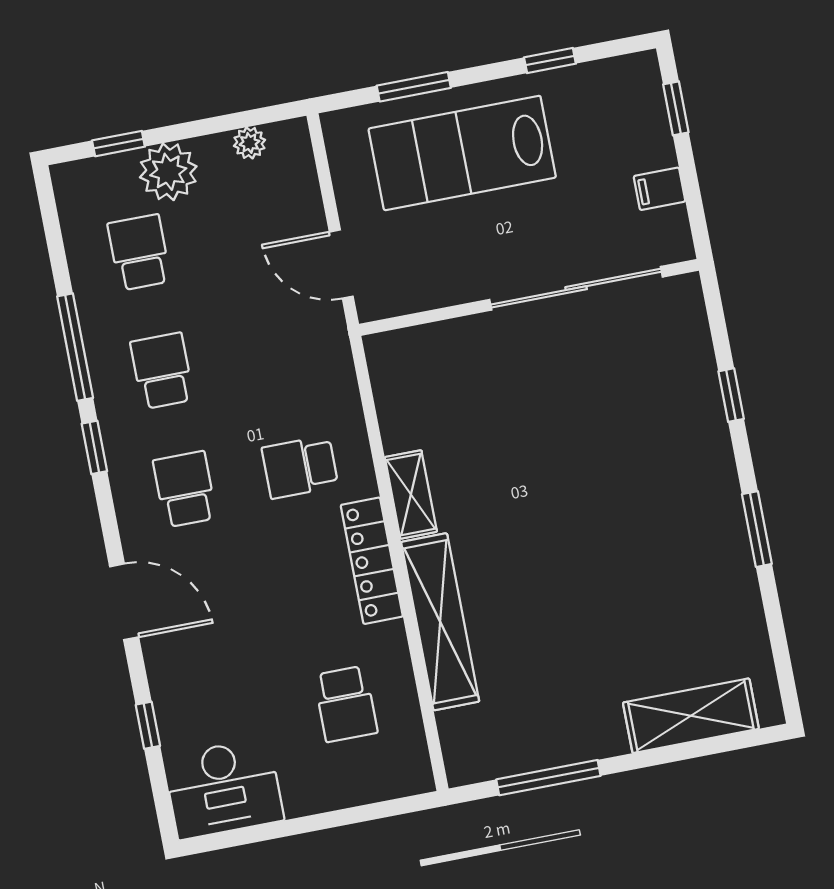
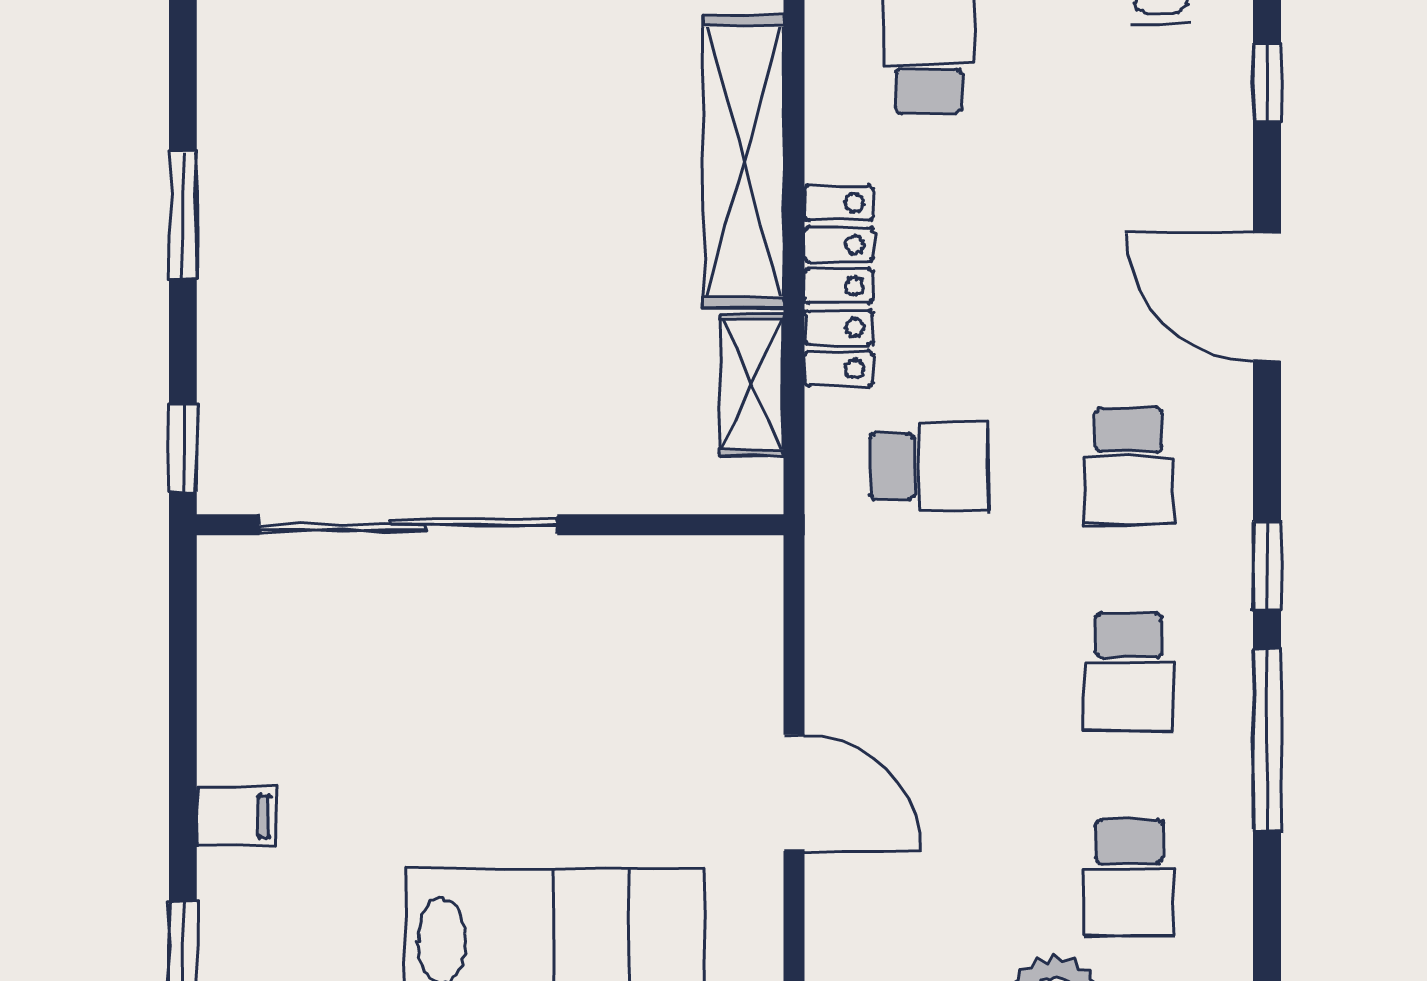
sliding door: (576, 288) -> (408, 525), moved
wall: (529, 297) -> (490, 525), moved

